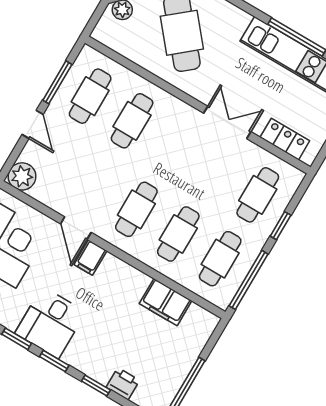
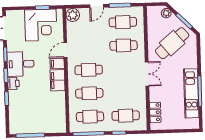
double door: (227, 122) -> (147, 74), moved
filing cabinet: (166, 302) -> (58, 80), moved
printer: (123, 384) -> (13, 83), moved

